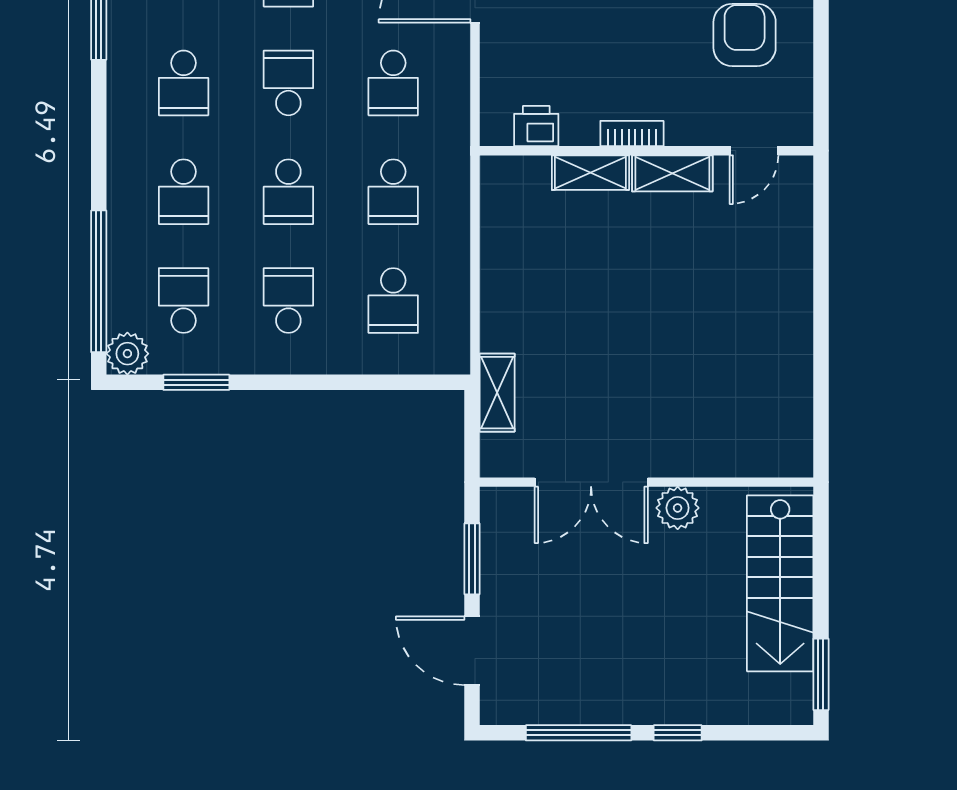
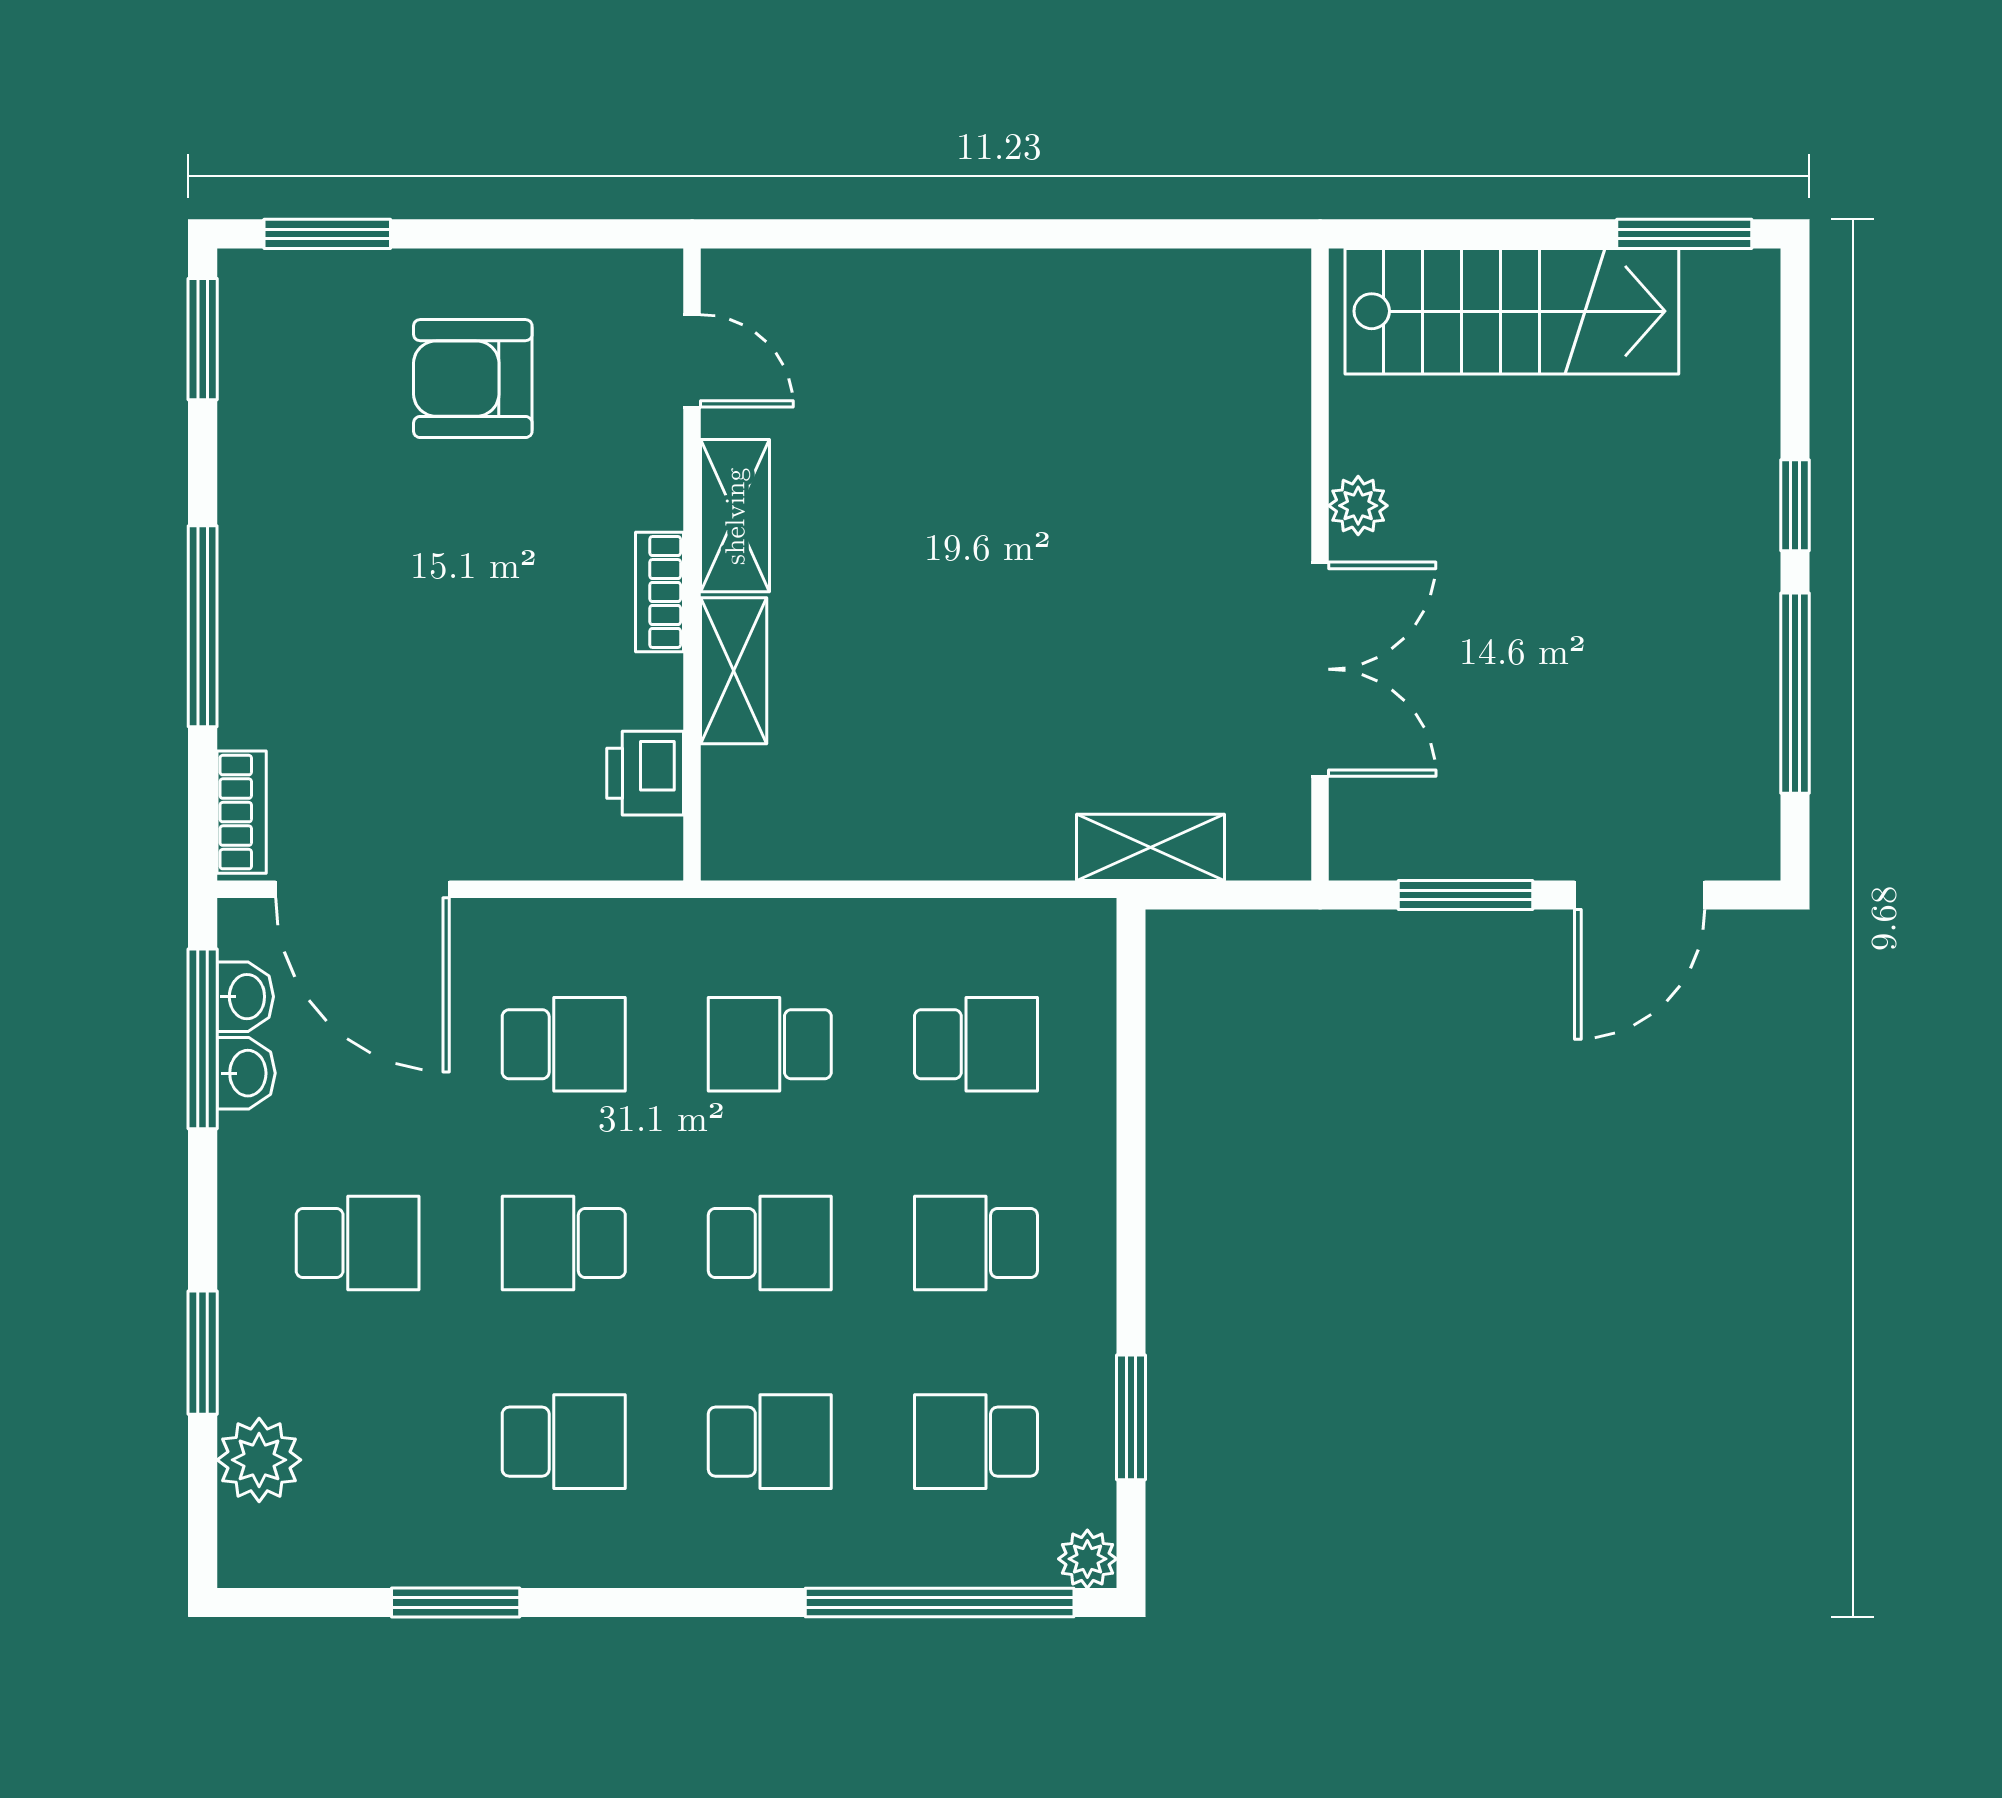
school desk: (393, 192) -> (770, 1044), turned 180
plant: (127, 354) -> (1087, 1559), width x0.73, depth x0.73
plant: (678, 508) -> (1358, 506), width x0.73, depth x0.73

